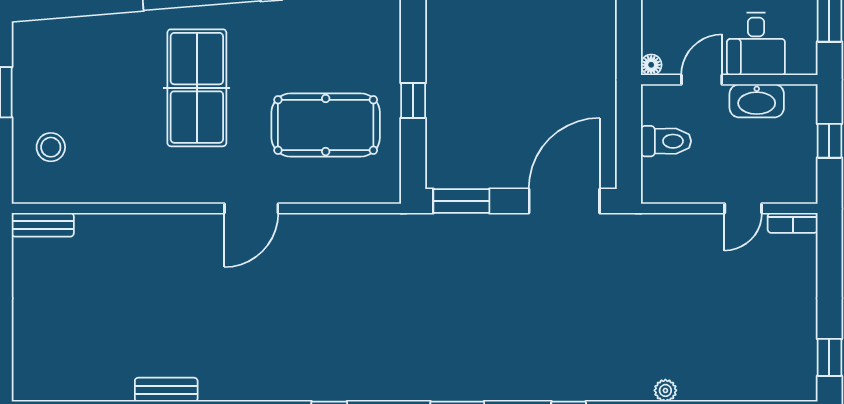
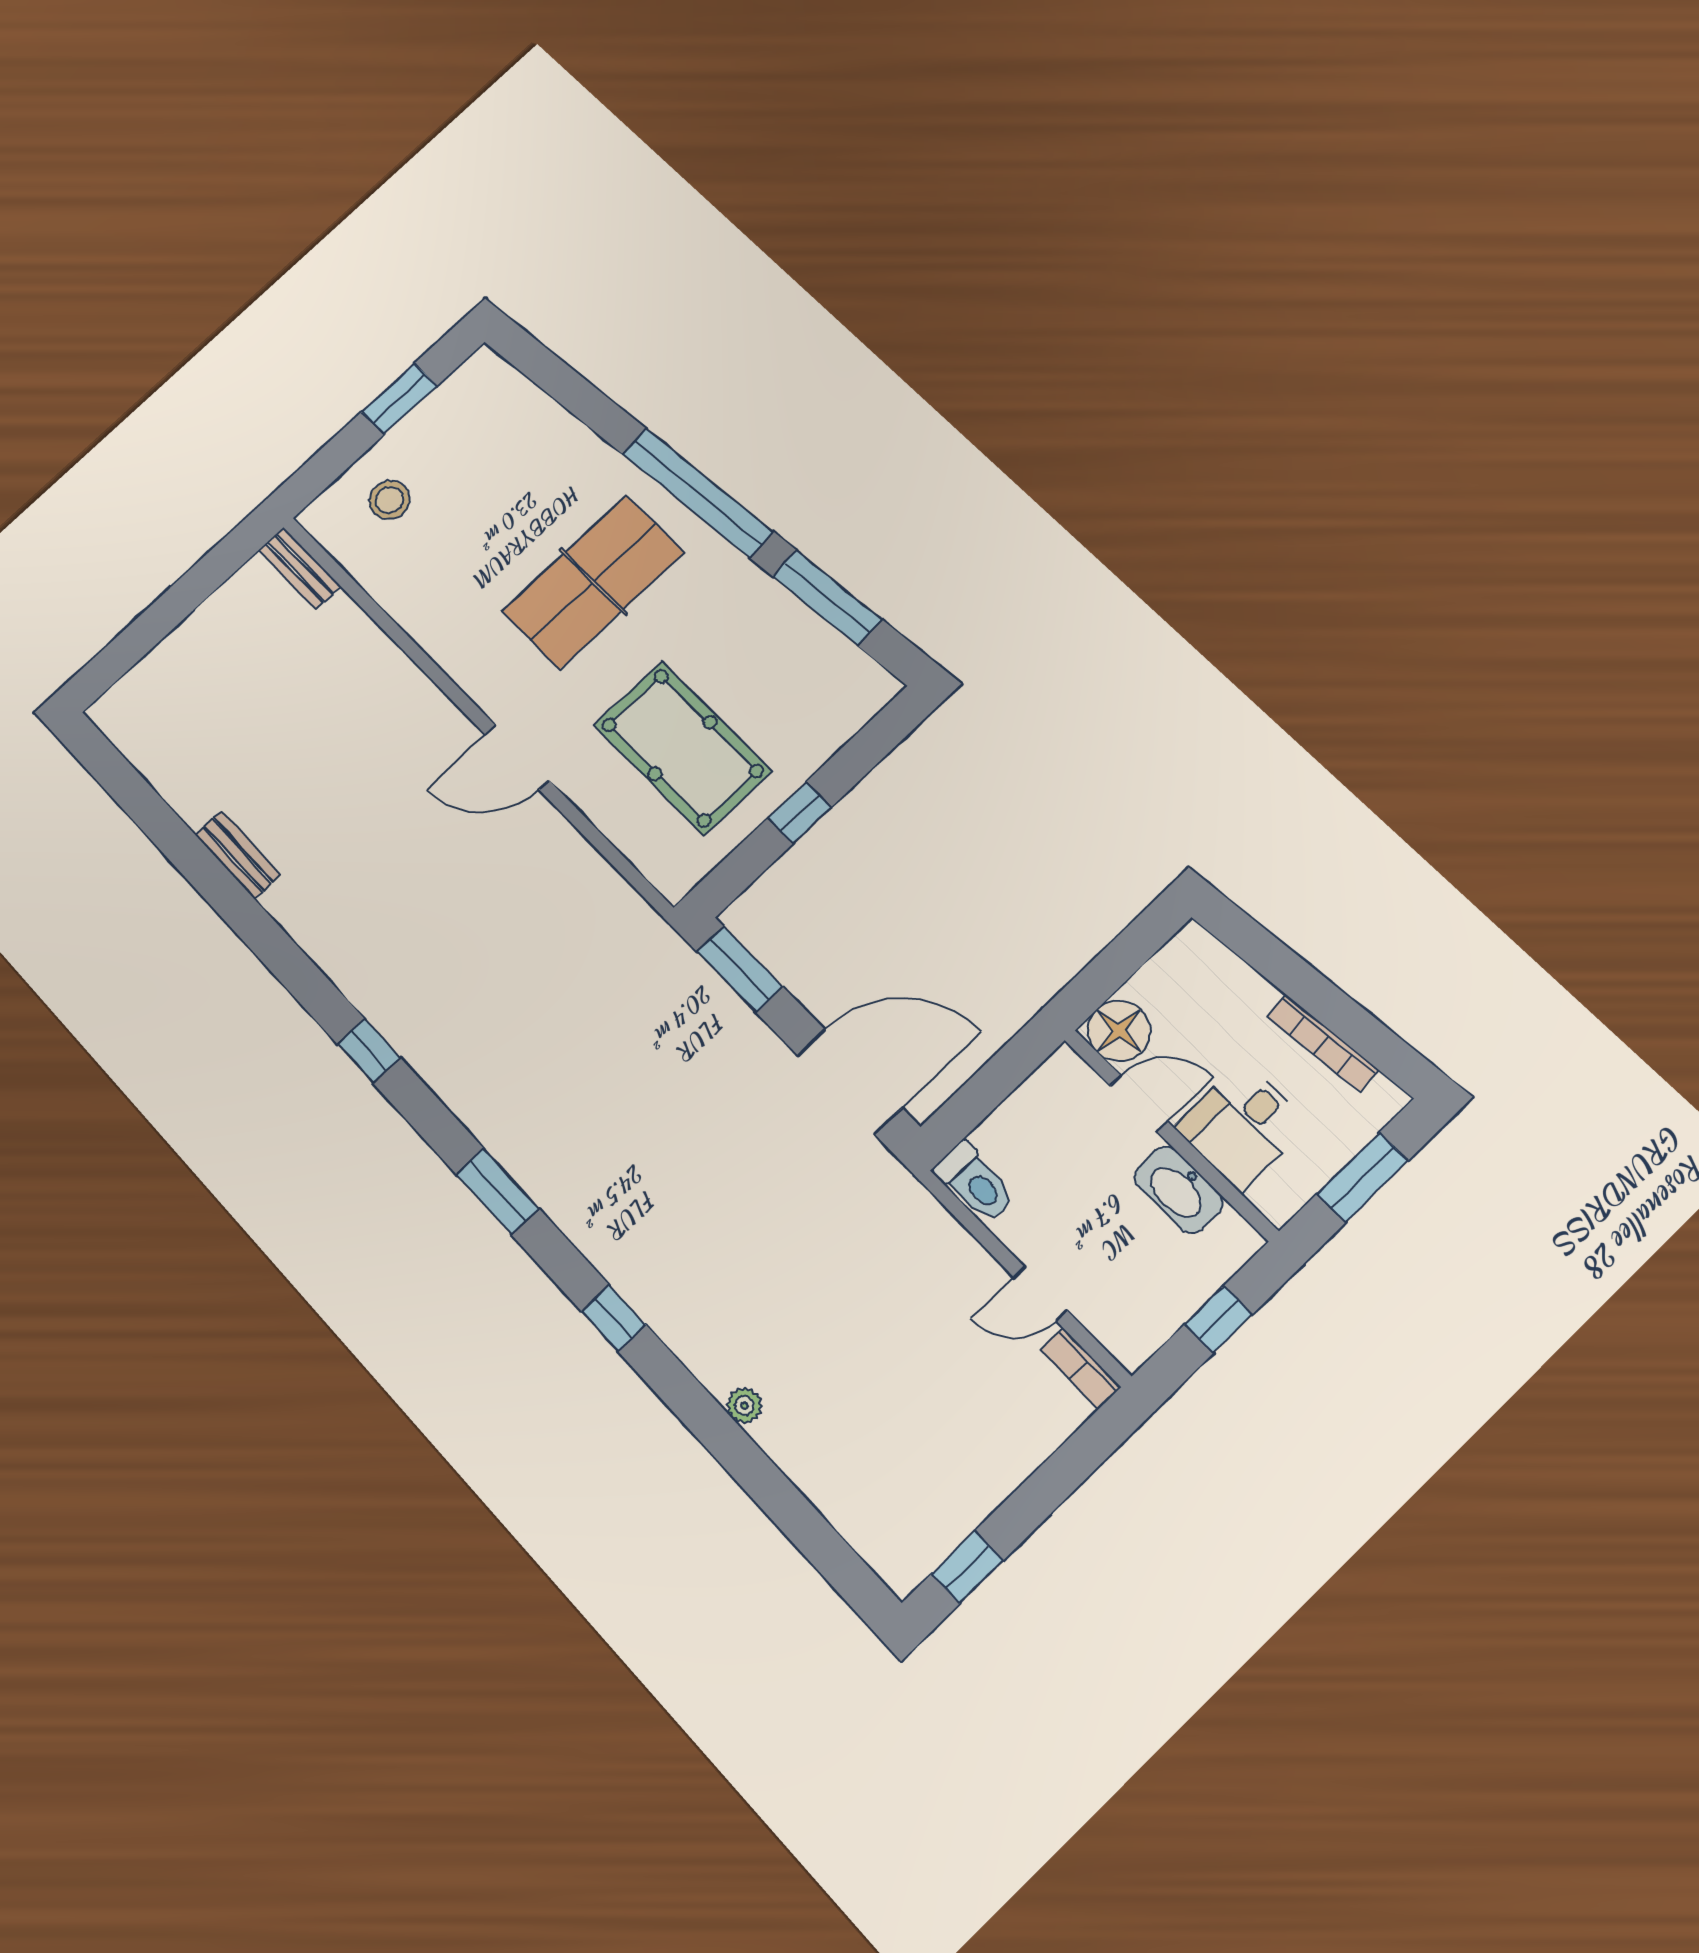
floor lamp: (651, 65) -> (1119, 1031), width x1.89, depth x1.89
toilet: (666, 141) -> (975, 1182), moved

